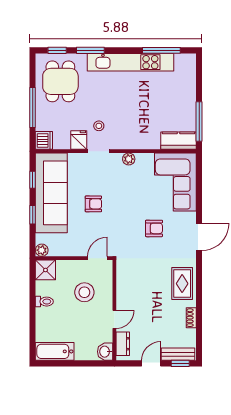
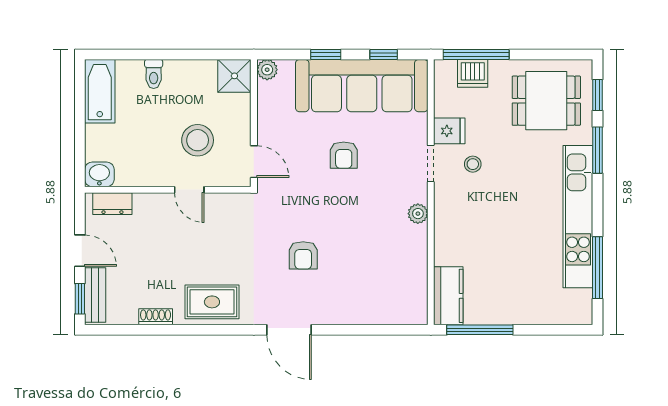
window: (33, 108) -> (476, 54), moved
dishwasher: (44, 140) -> (473, 73), moved
corner sofa: (175, 182) -> (380, 291), removed
toilet: (44, 302) -> (154, 74), moved
door: (114, 319) -> (189, 190), moved

